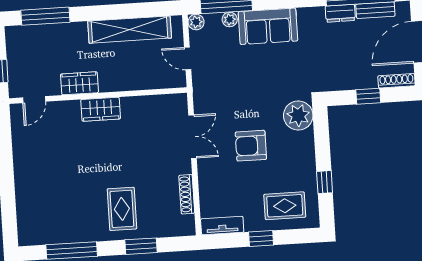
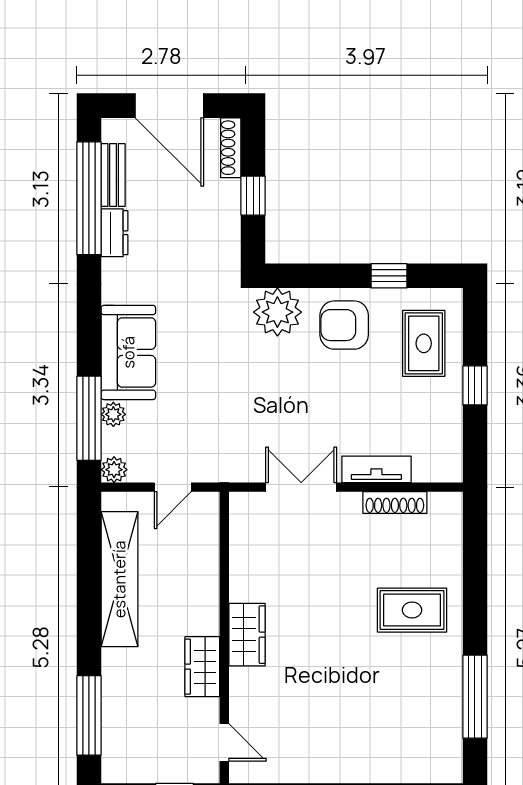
armchair: (251, 146) -> (344, 325), moved, turned 90
tv unit: (222, 226) -> (376, 469), moved, turned 90
window: (141, 246) -> (475, 583), removed

